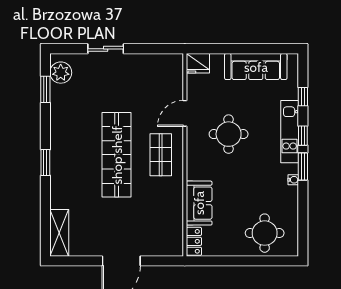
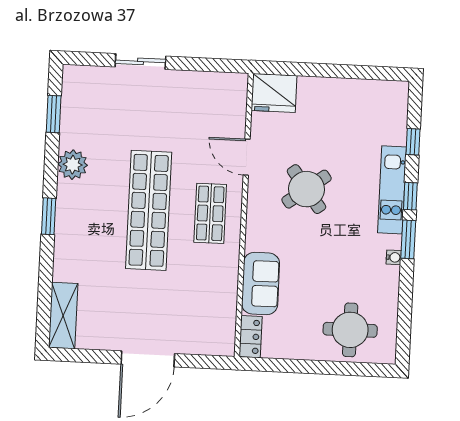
fridge: (198, 63) -> (274, 93), width x1.36, depth x1.34
sofa: (256, 67) -> (349, 97), removed
plant: (61, 73) -> (73, 165), moved
door: (185, 113) -> (247, 157), hinge flipped
round table: (229, 134) -> (307, 189), turned -37

